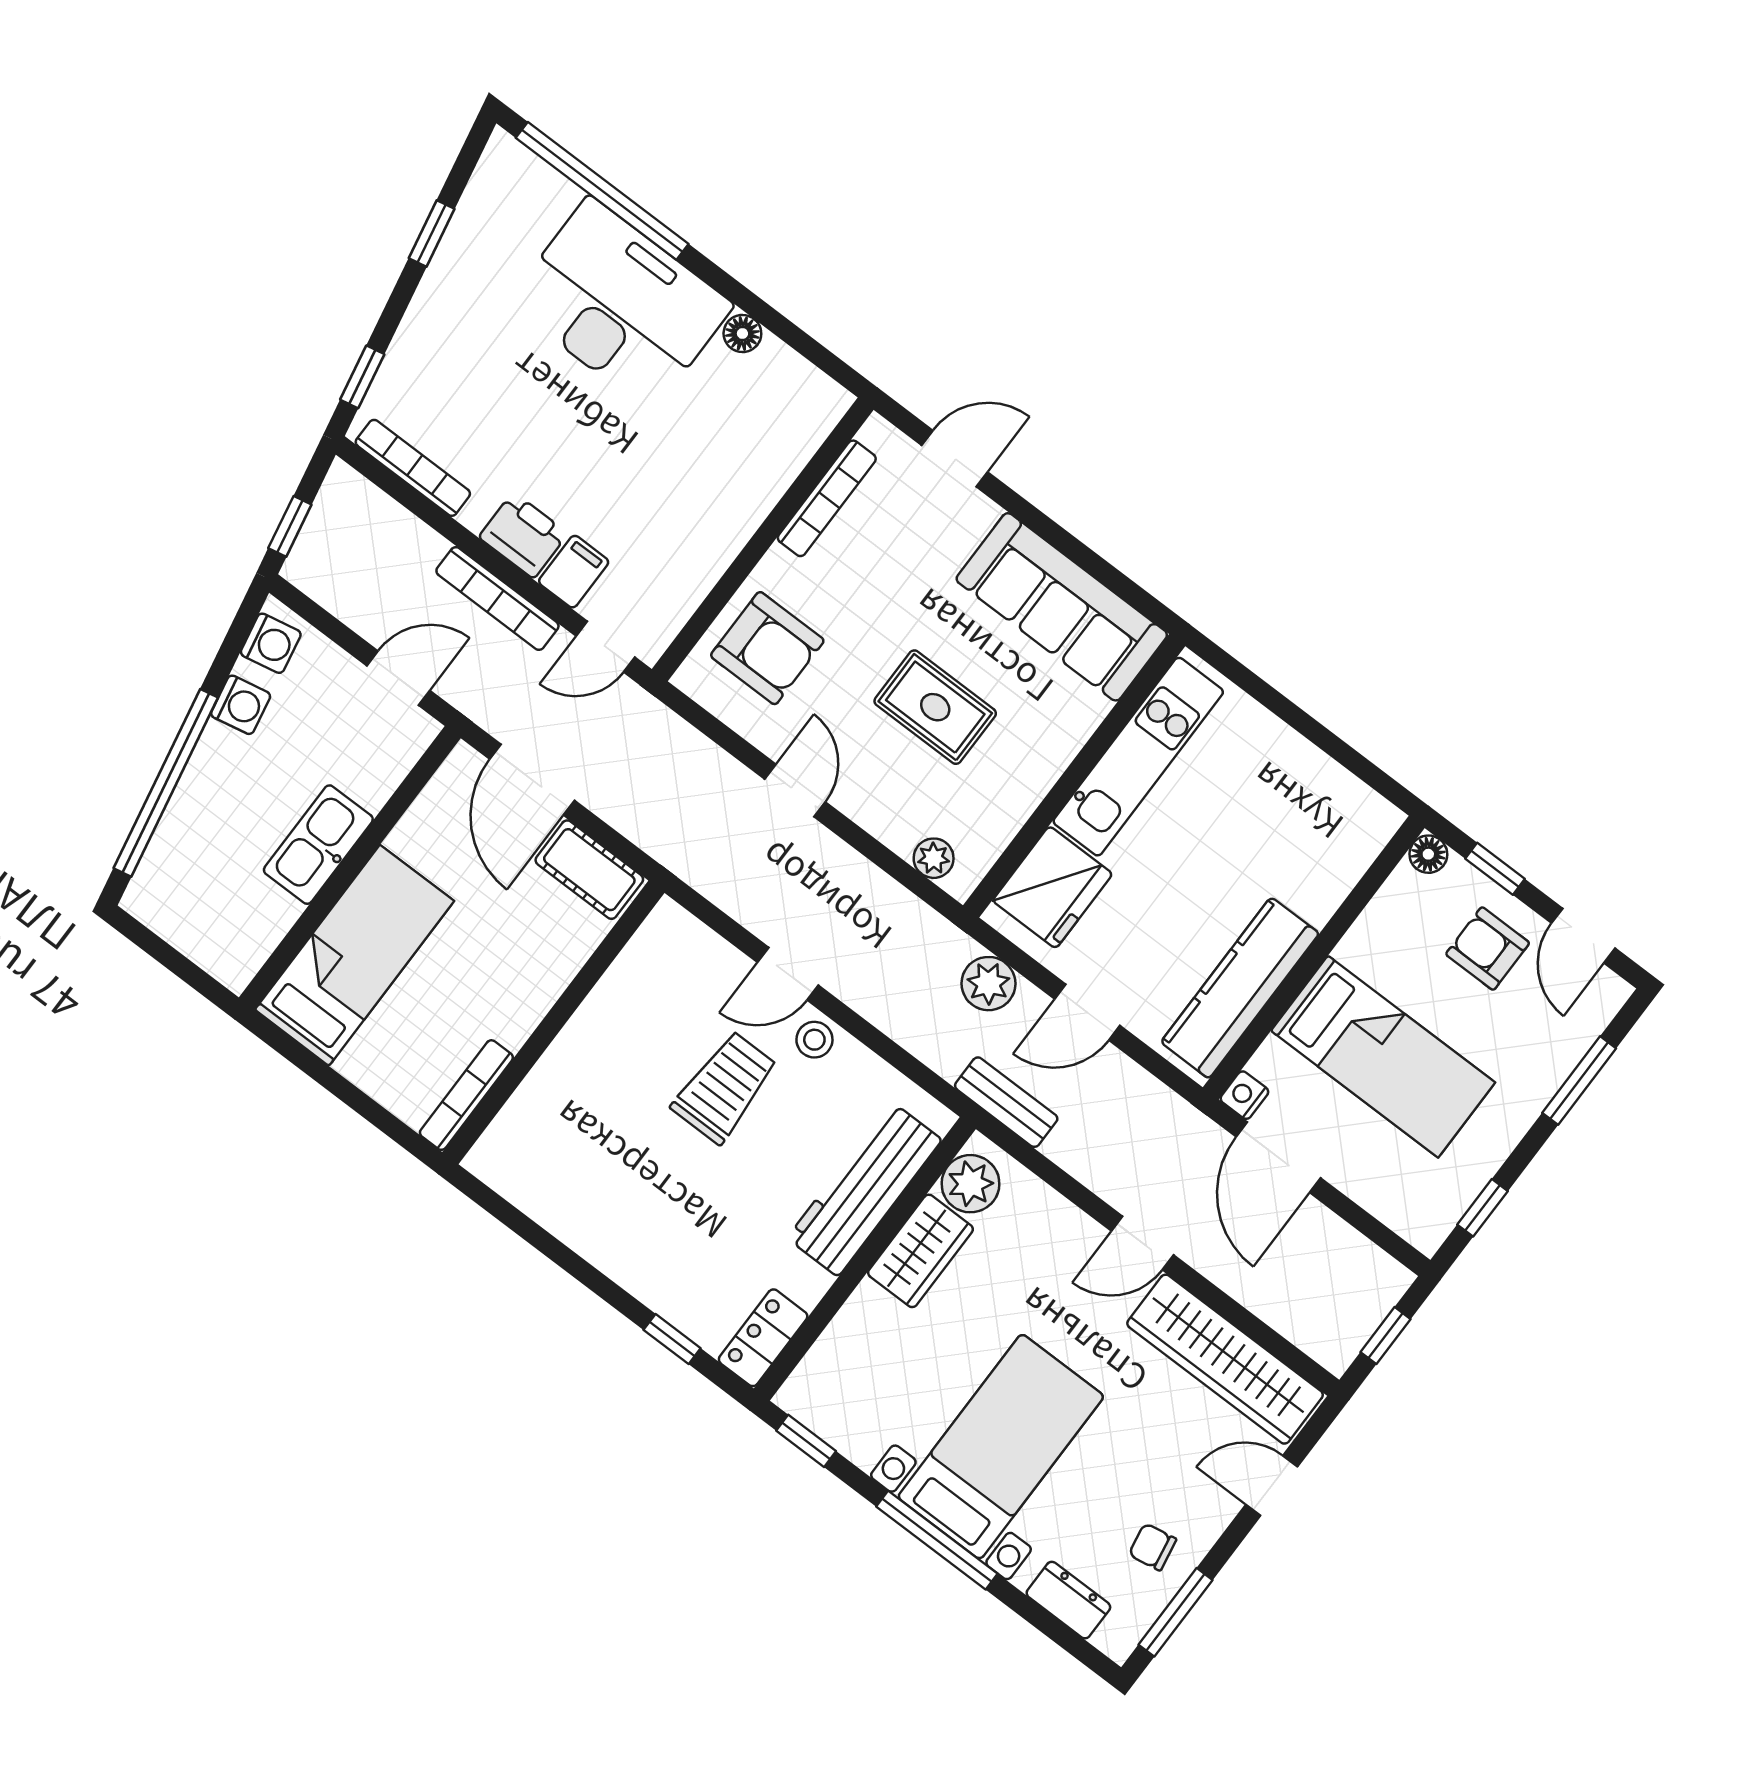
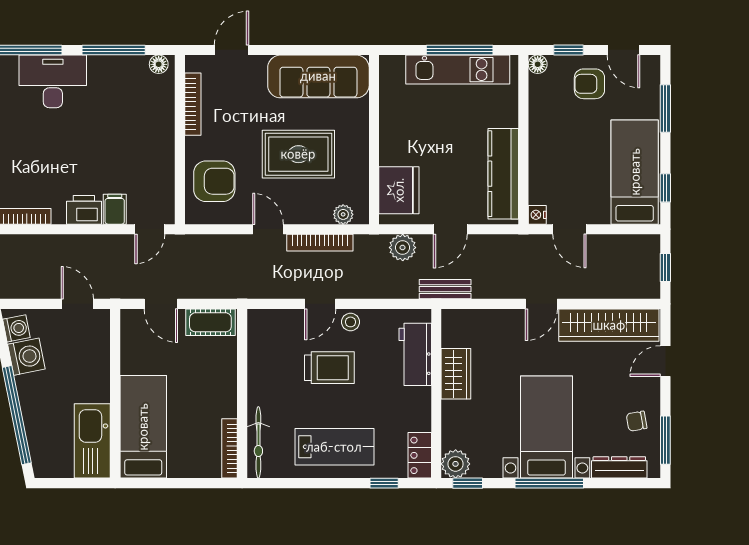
desk: (620, 304) -> (53, 81), width x0.73, depth x0.77
window: (766, 315) -> (114, 50), added
floor lamp: (742, 334) -> (159, 64), moved
bookcase: (497, 599) -> (320, 243), moved
door: (398, 678) -> (77, 304), hinge flipped
washing machine: (241, 705) -> (26, 357), width x1.38, depth x1.38
rug: (935, 707) -> (298, 154), width x1.36, depth x1.43
window: (1321, 736) -> (460, 50), added
kitchen unit: (1138, 757) -> (458, 70), moved, turned 90
door: (532, 780) -> (161, 304), width x0.73
kitchen sink: (318, 845) -> (92, 441), moved, width x1.36, depth x1.24
bed: (1383, 1057) -> (635, 172), moved, turned -90
trolley: (725, 1087) -> (329, 368), turned 90
bicycle: (520, 1121) -> (258, 442), added
door: (1278, 1157) -> (569, 229), width x0.73
plant: (970, 1184) -> (456, 464), moved
workbench: (864, 1189) -> (415, 354), width x0.73
lab bench: (637, 1220) -> (334, 447), added
dresser: (1068, 1600) -> (619, 467), width x1.44

